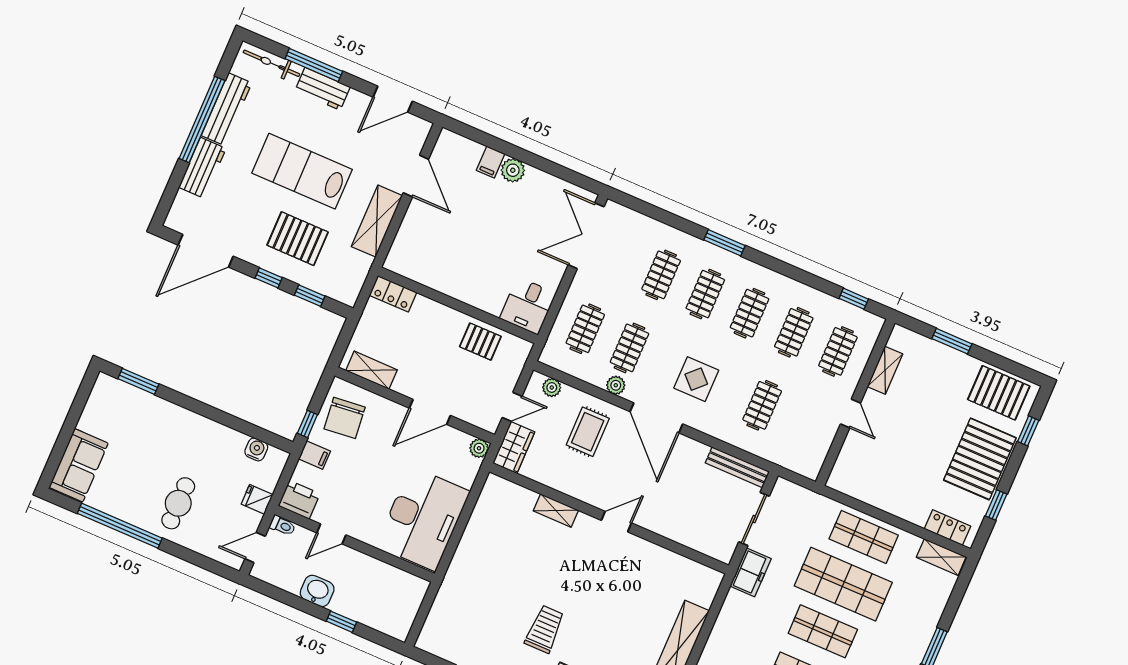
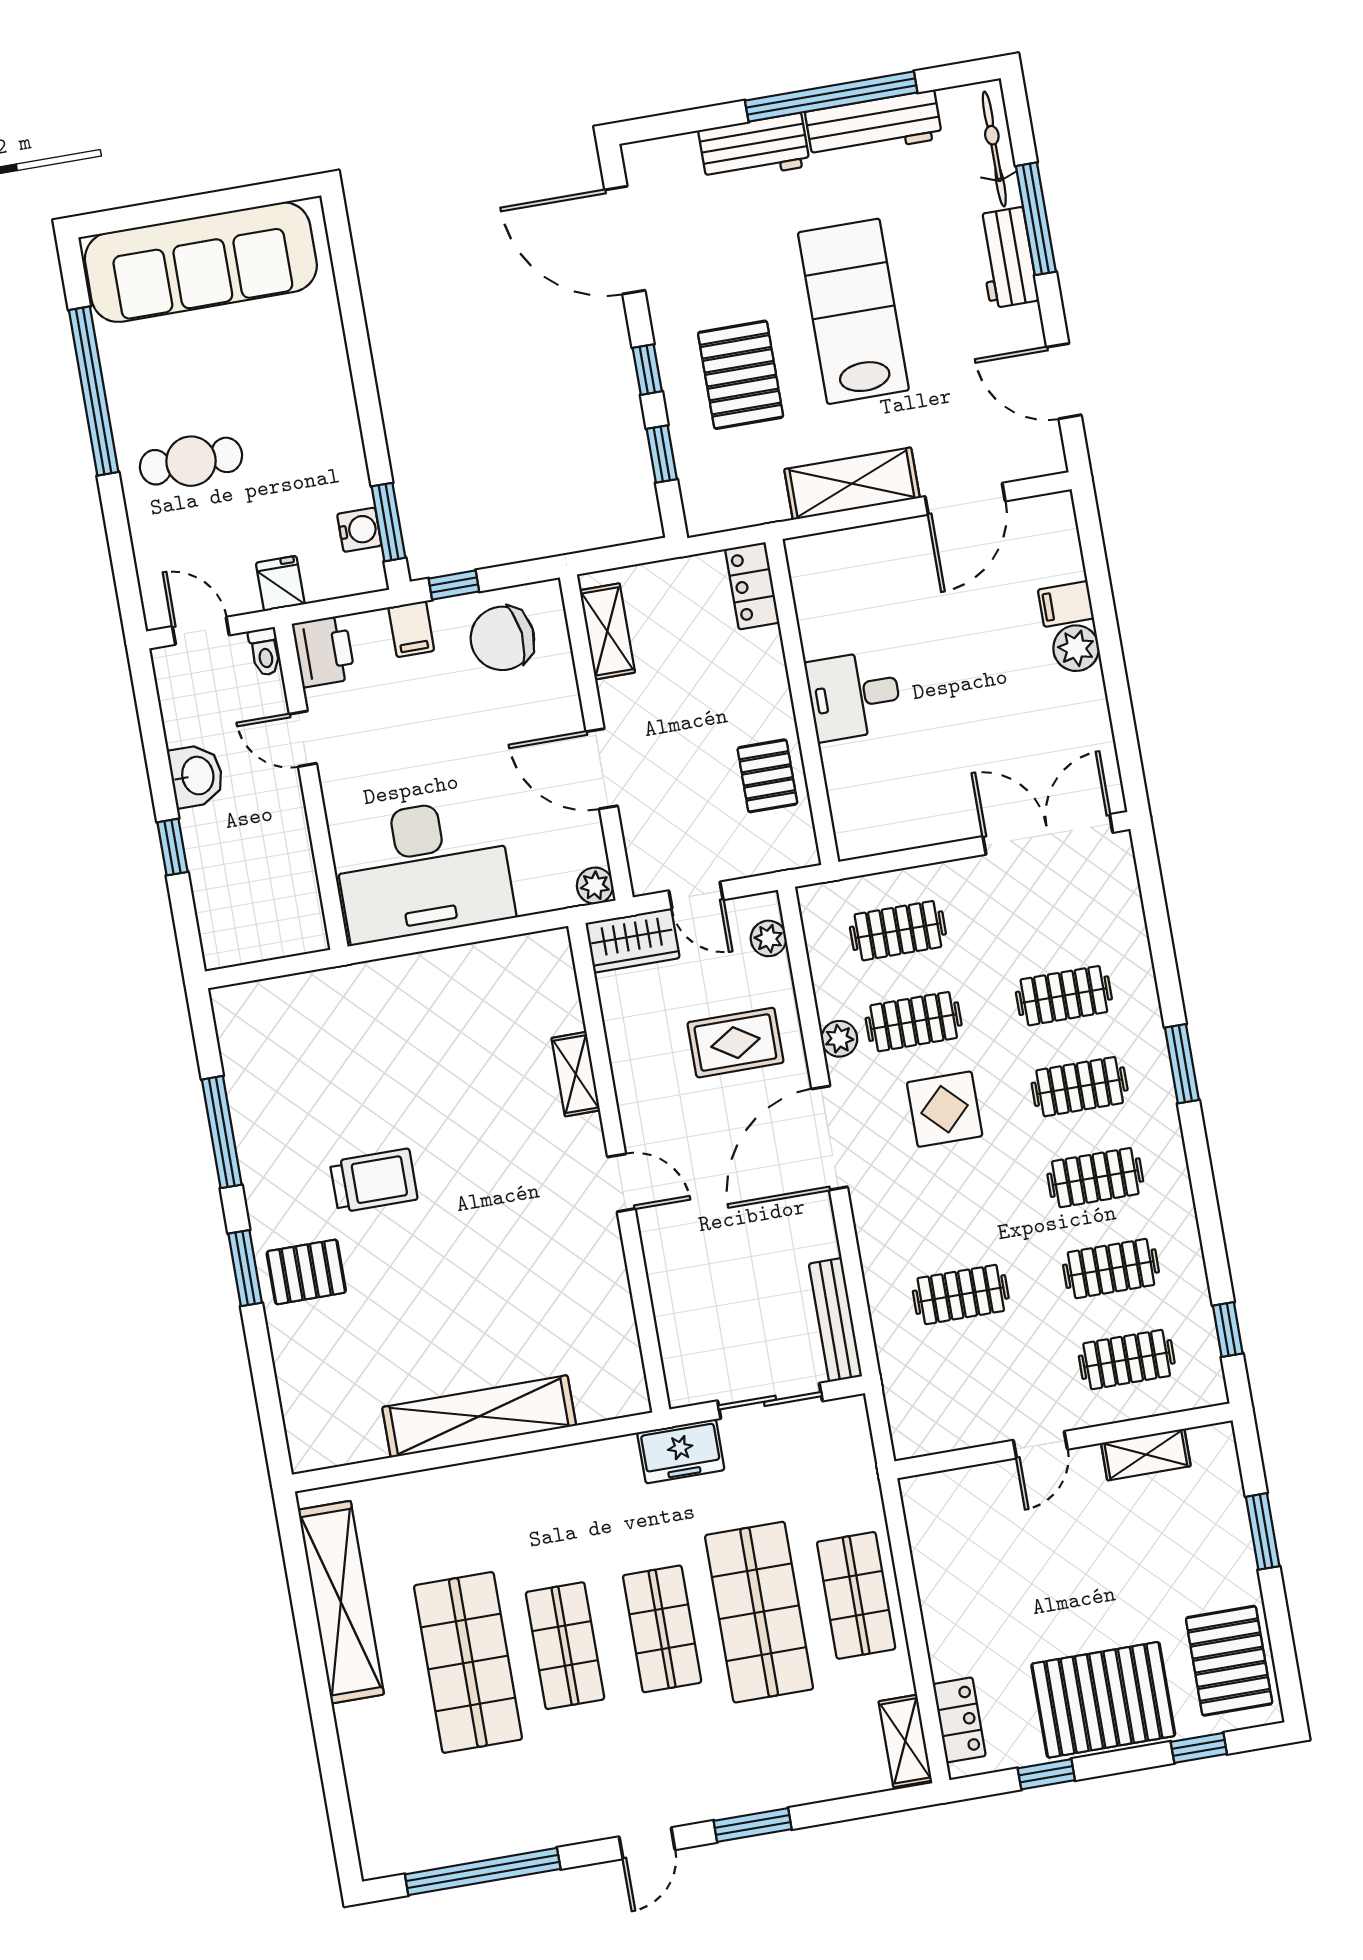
desk: (528, 306) -> (854, 695), moved
display table: (696, 379) -> (945, 1109), moved
window: (138, 381) -> (388, 522), moved
sofa: (79, 465) -> (201, 262), width x1.85, depth x1.27

